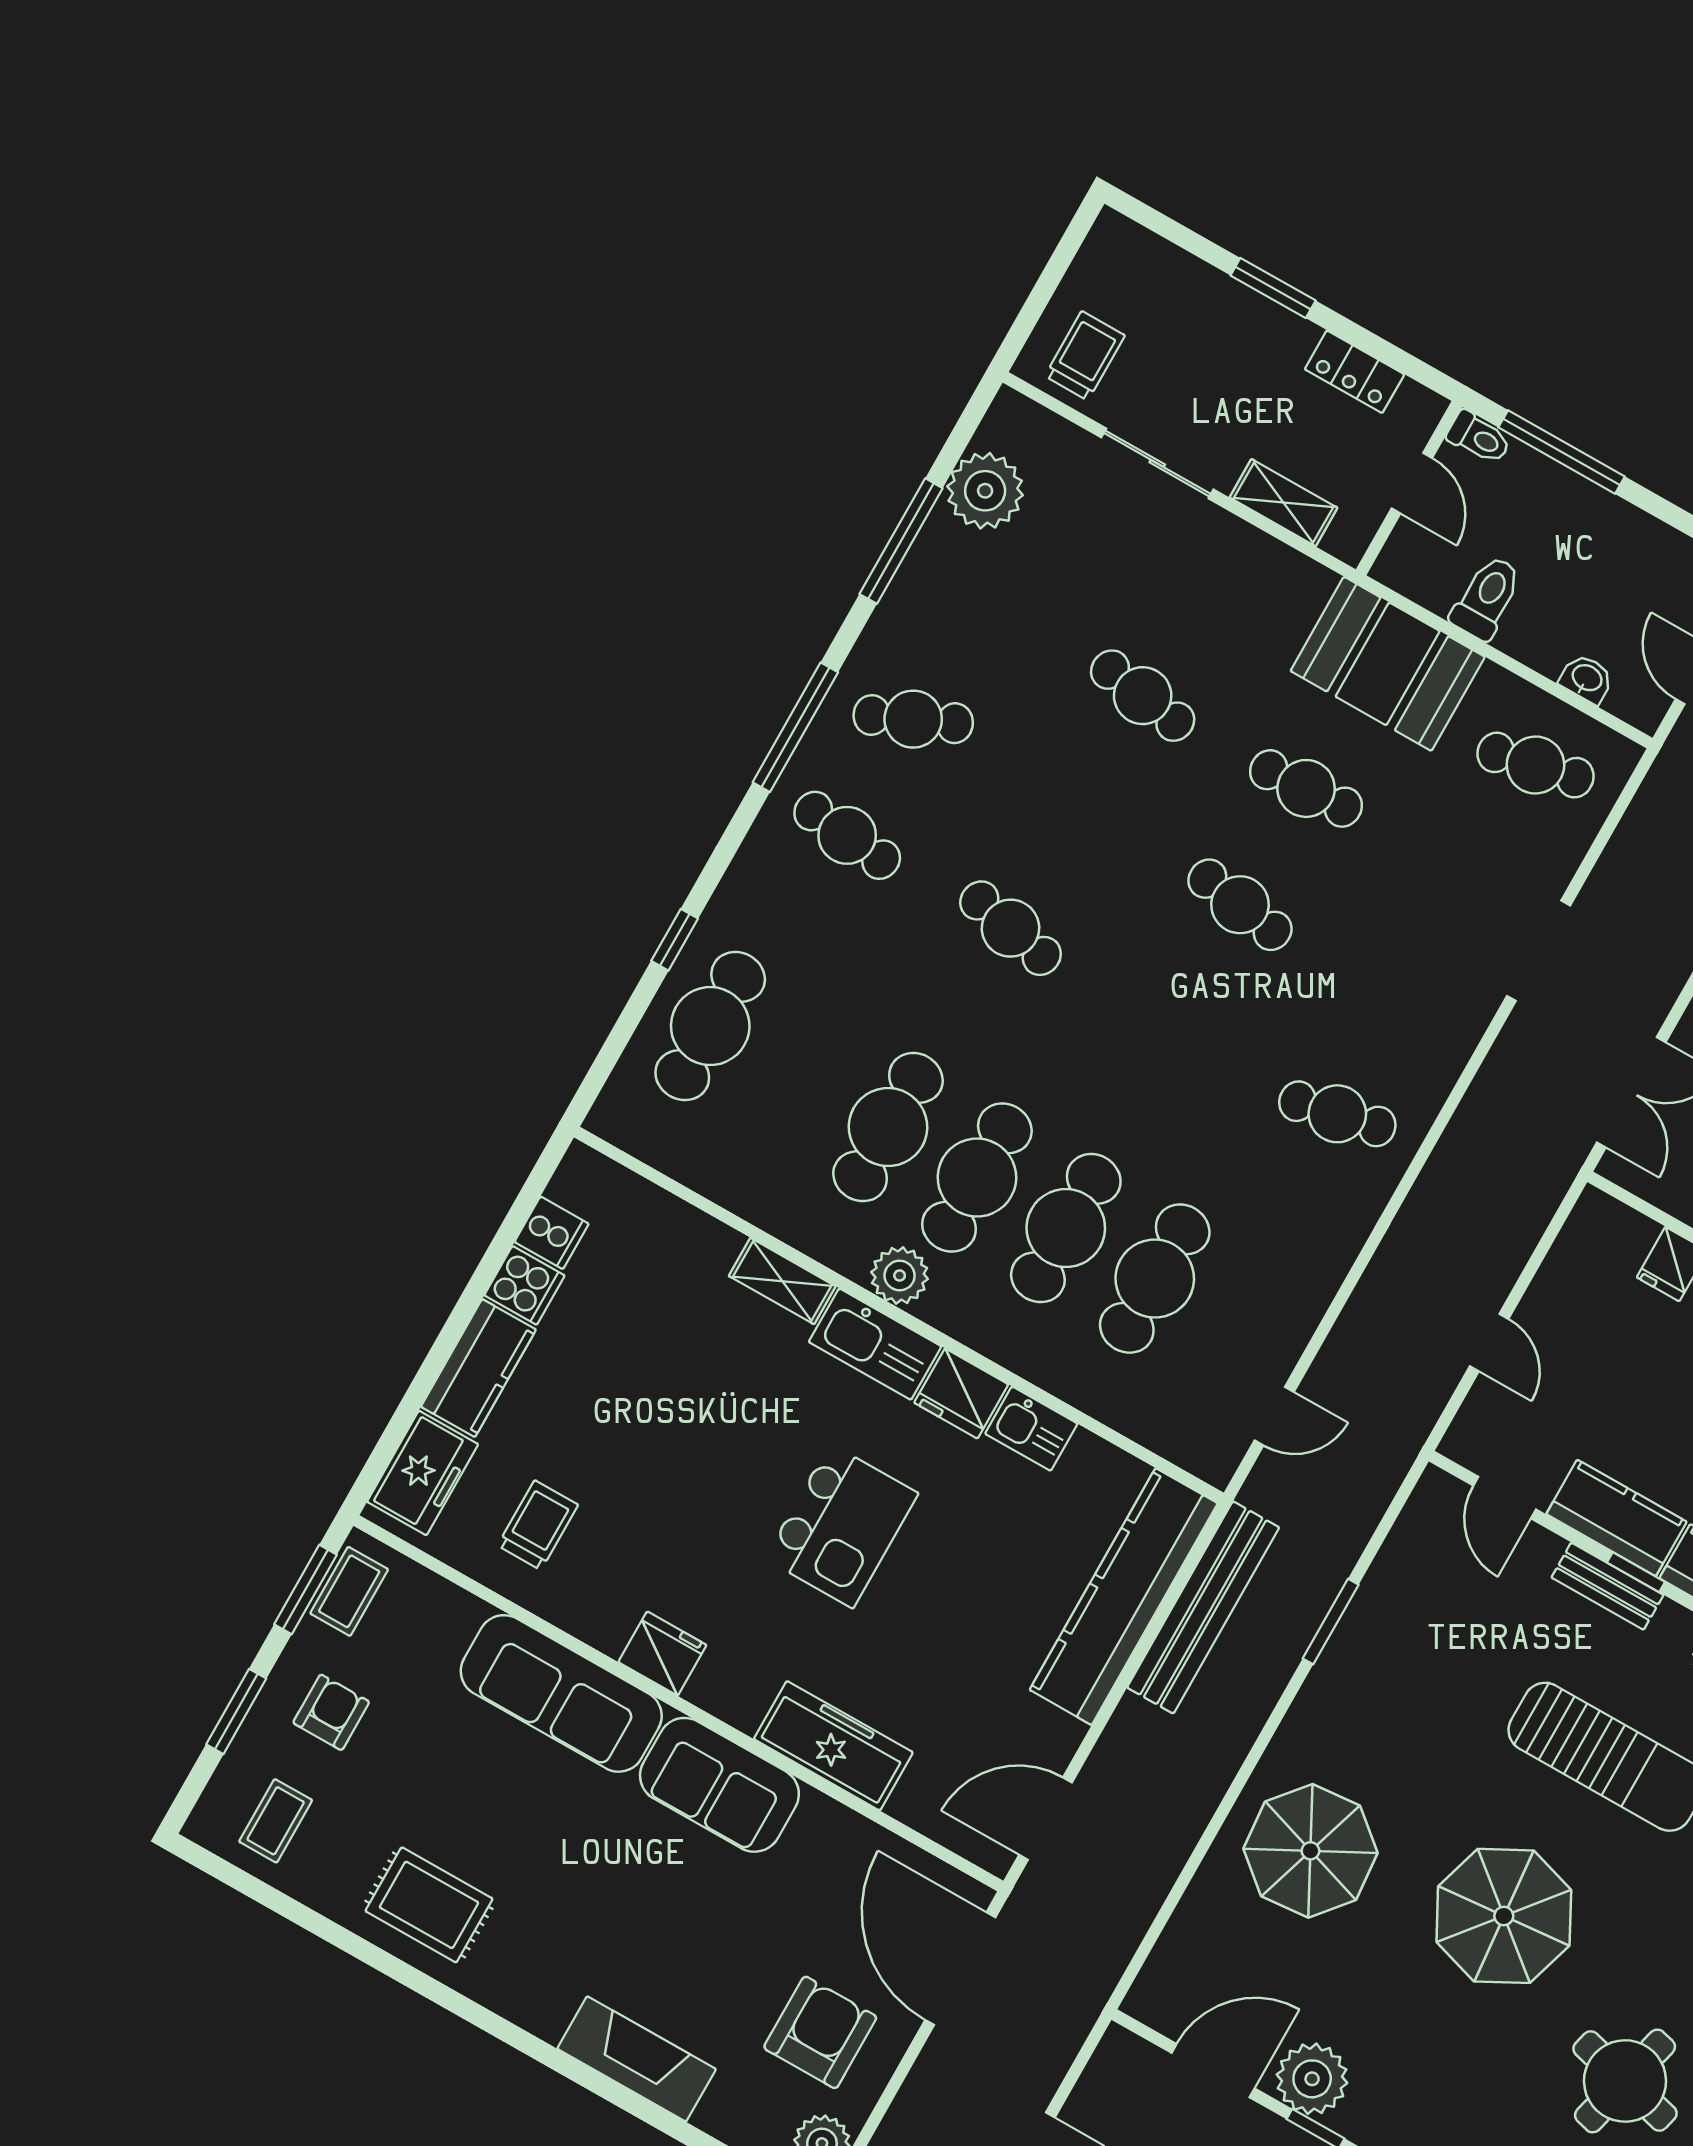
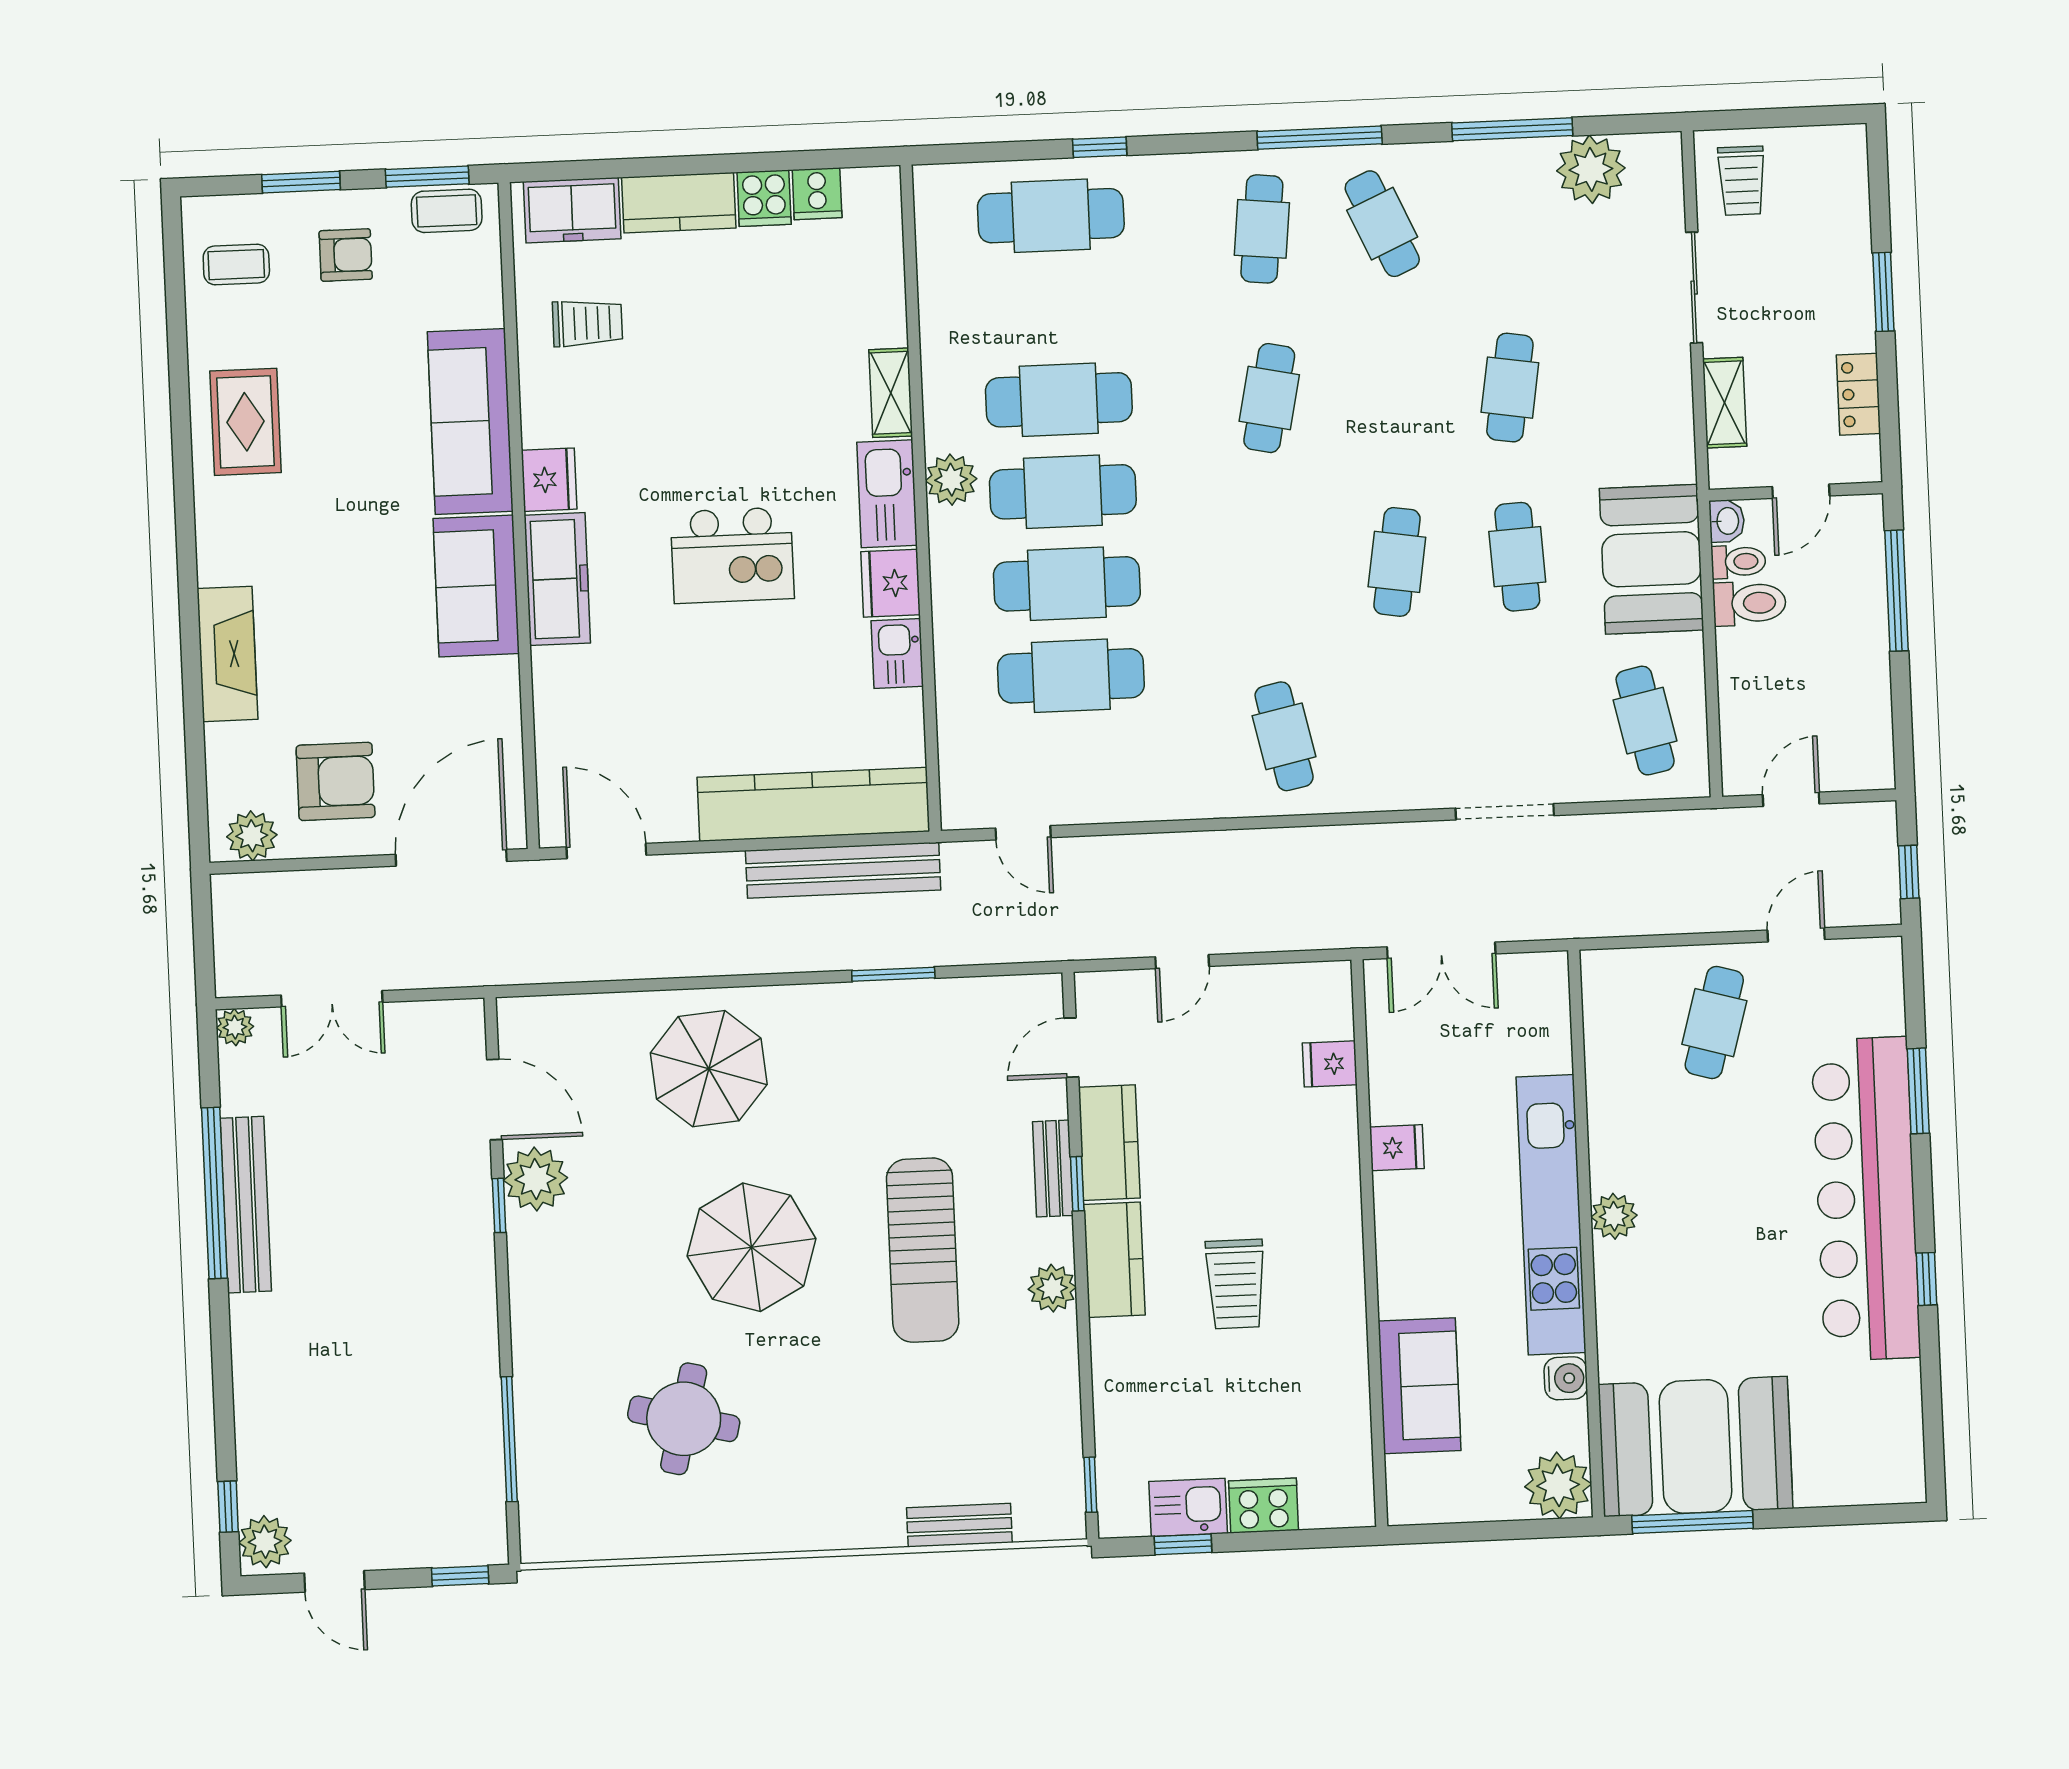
trolley: (1085, 356) -> (1742, 181), turned 90
toilet: (1479, 438) -> (1738, 562), moved, turned -90
washbasin: (1587, 679) -> (1727, 521), moved
freezer: (833, 1746) -> (557, 579), moved

